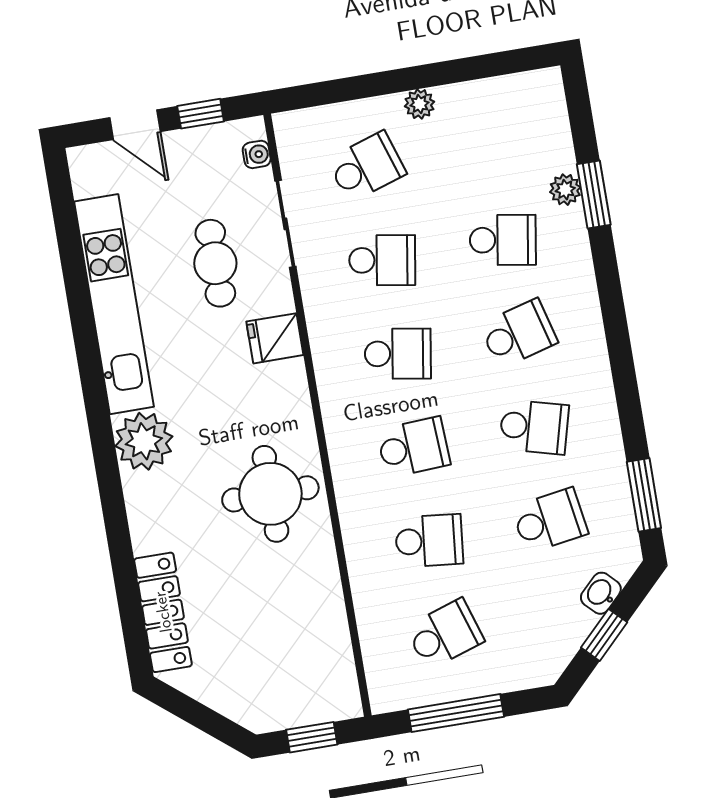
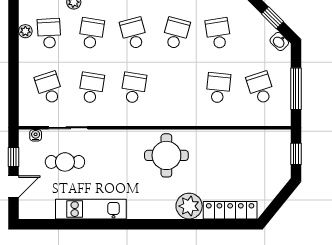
plant: (419, 104) -> (25, 31), moved
cafe table: (215, 263) -> (65, 162), moved
kitchen unit: (114, 304) -> (91, 209), width x0.73
fridge: (275, 338) -> (118, 141), removed
plant: (144, 441) -> (189, 206), moved
school desk: (413, 447) -> (49, 33), moved
round table: (270, 494) -> (166, 155), moved
washbasin: (601, 593) -> (279, 42), moved

